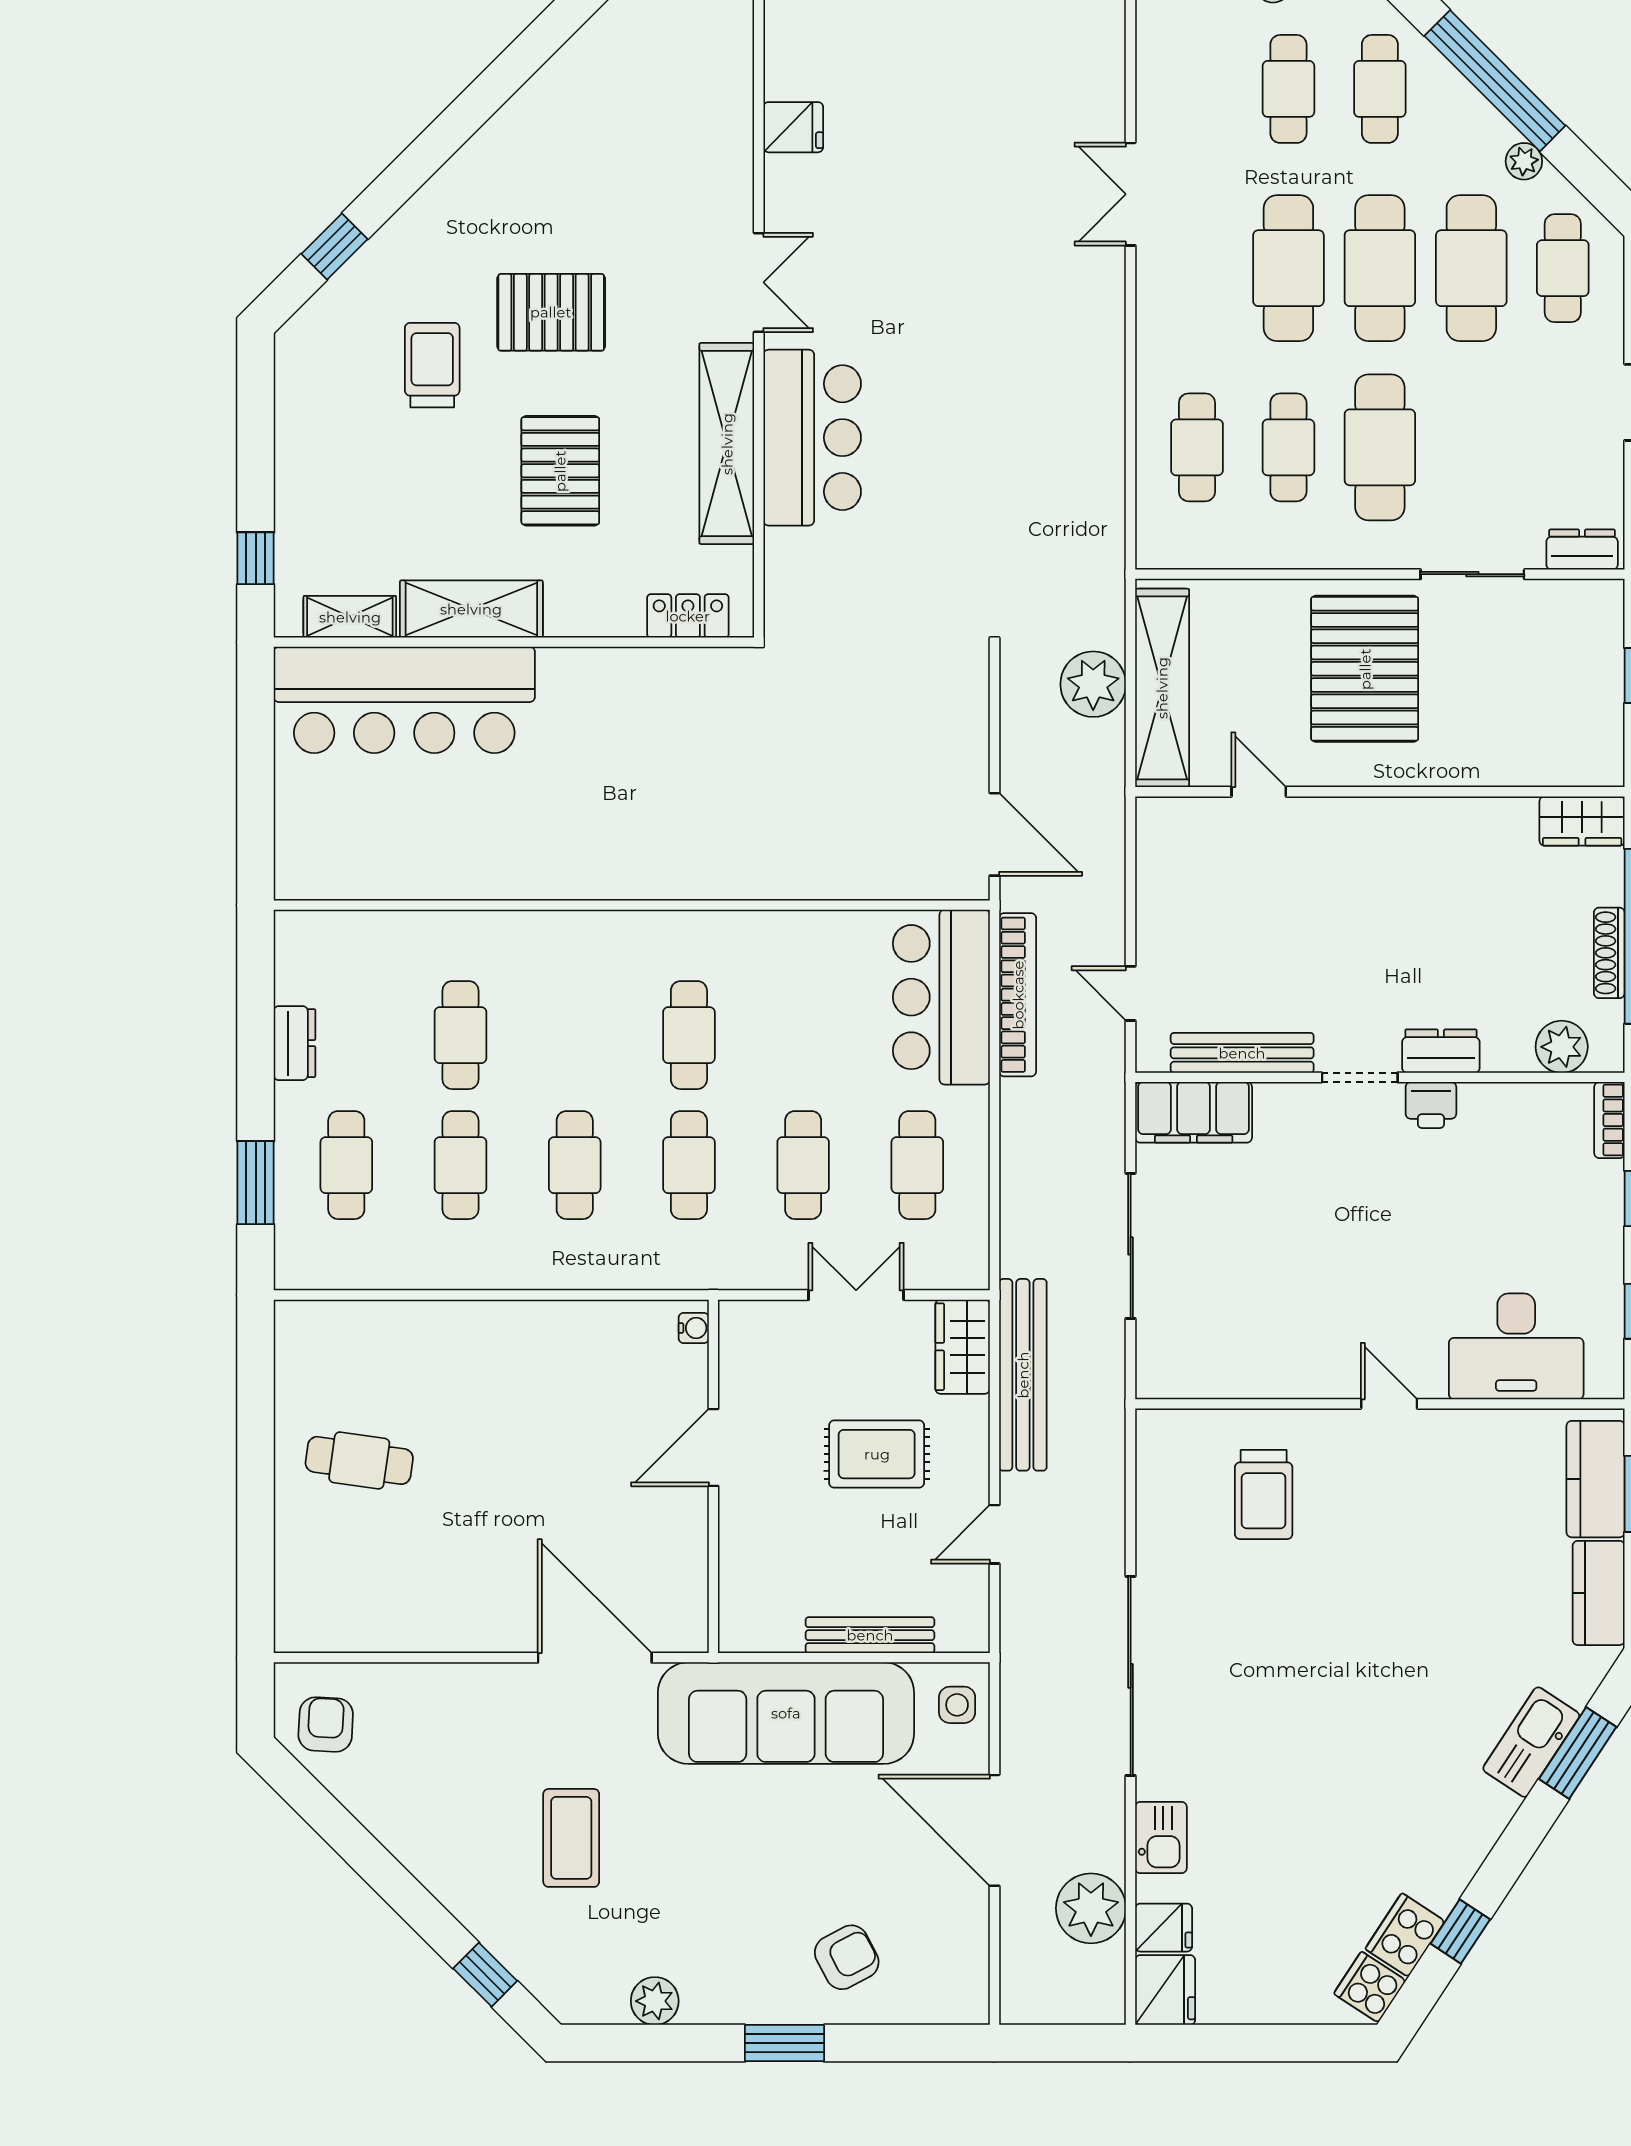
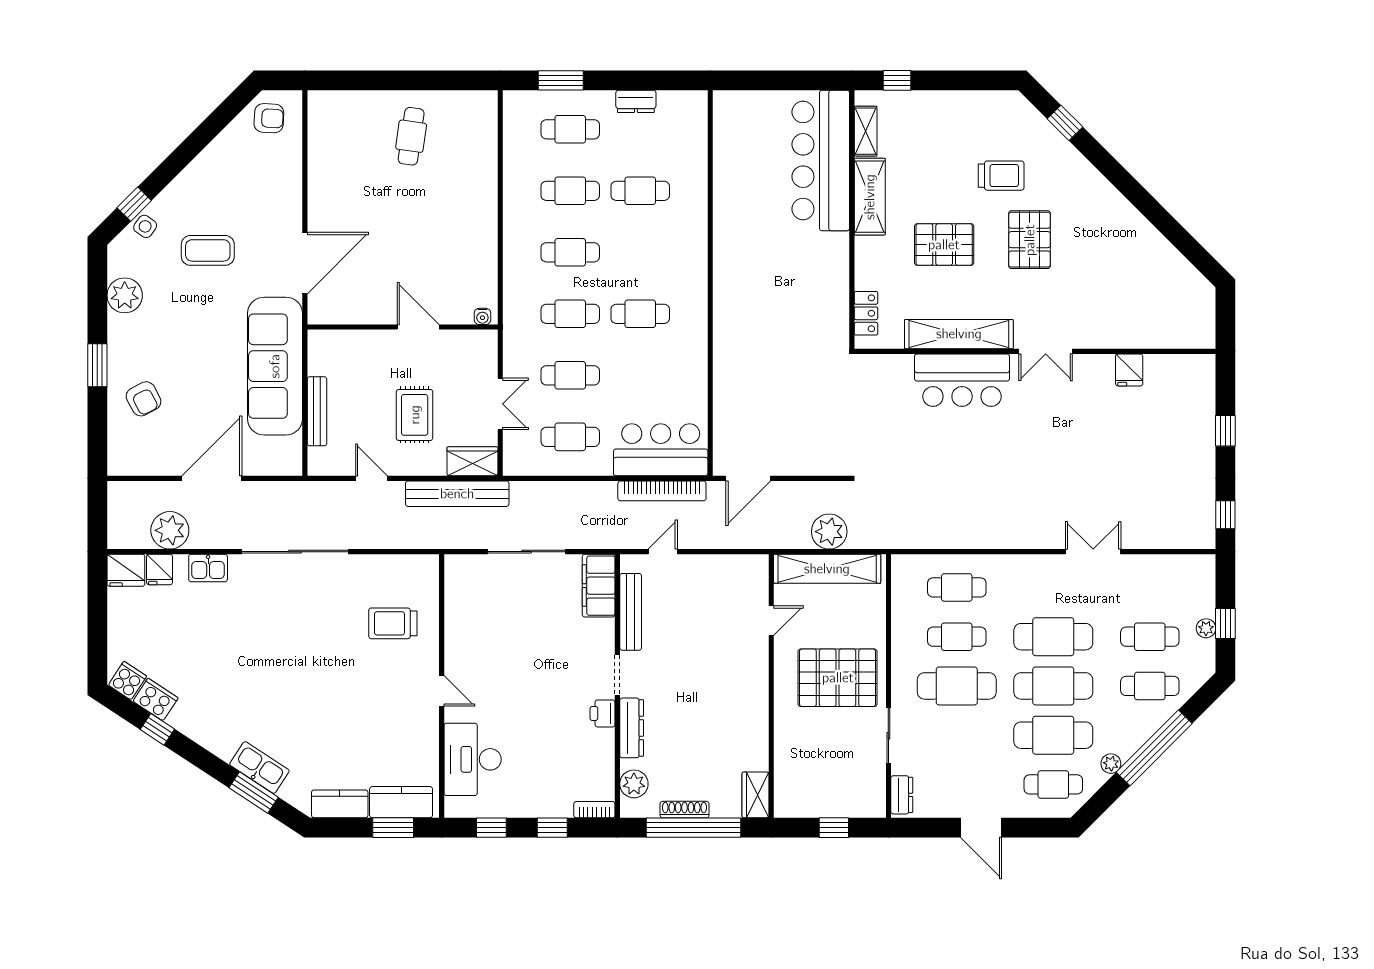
dresser: (1441, 1051) -> (632, 728), width x1.44
door: (1389, 1404) -> (442, 691), hinge flipped
side table: (957, 1705) -> (145, 226), moved, turned 35
plant: (655, 2001) -> (125, 295), width x1.36, depth x1.36

